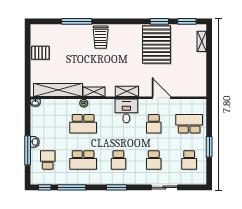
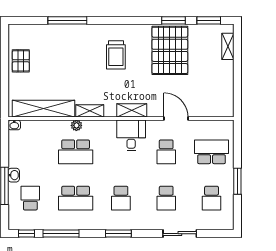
trolley: (101, 37) -> (116, 55), moved
pallet: (40, 53) -> (21, 61), turned 90

